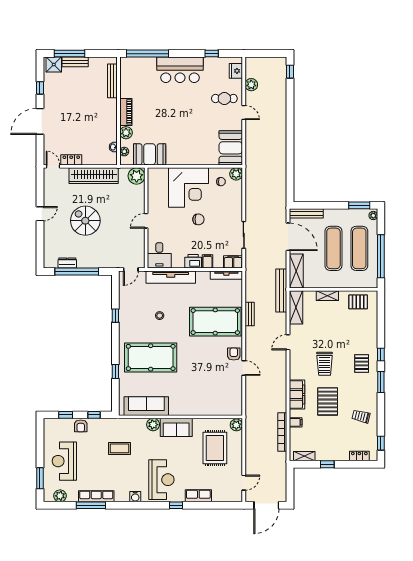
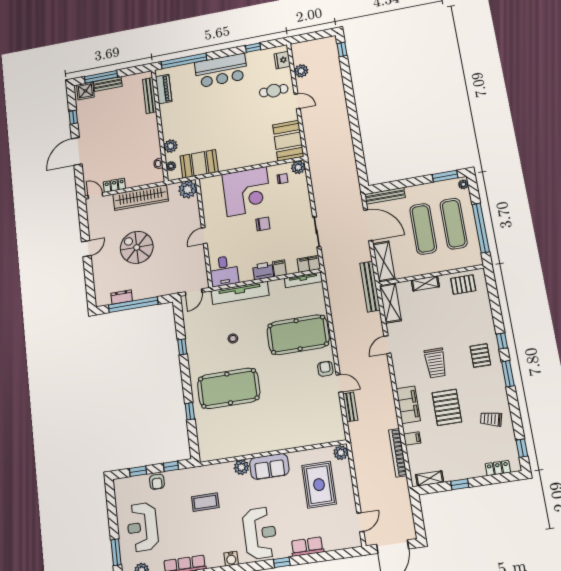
piano: (126, 112) -> (164, 89), moved
bench: (250, 314) -> (350, 407), moved
sofa: (146, 406) -> (231, 446), removed

